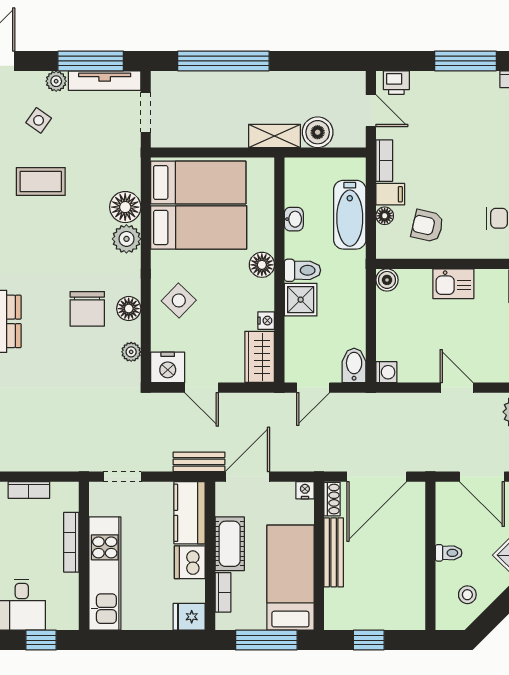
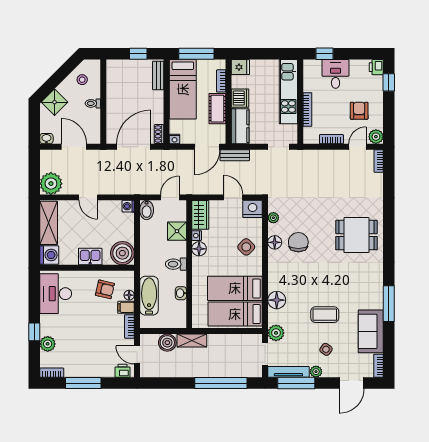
plant: (126, 239) -> (276, 333), moved
floor lamp: (262, 265) -> (199, 249), moved
boiler: (387, 280) -> (122, 253), width x1.86, depth x1.86
shower: (301, 300) -> (177, 231), moved
bench: (334, 552) -> (158, 75), moved, width x0.73

